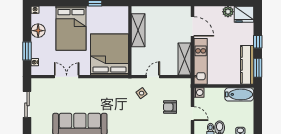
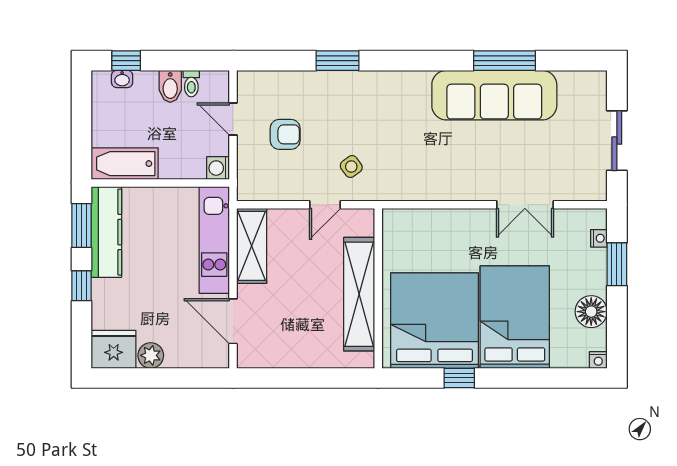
shelving: (138, 30) -> (359, 294), width x1.47
bed: (109, 55) -> (434, 321), moved, turned 180

